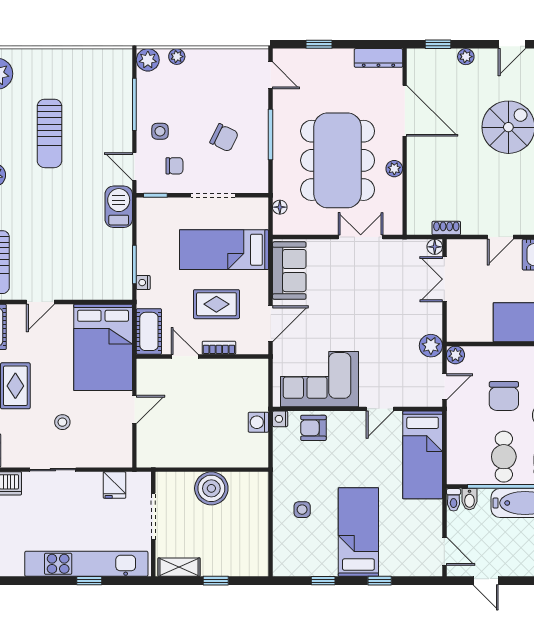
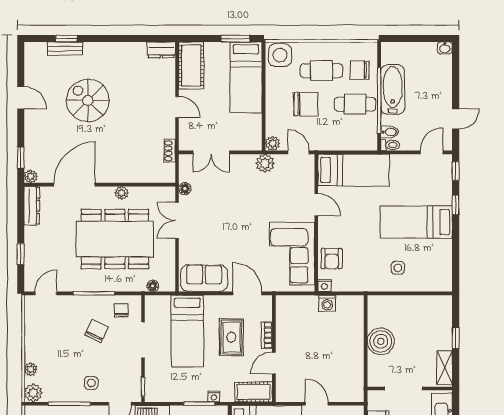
plant: (466, 57) -> (31, 176), moved
chair: (174, 166) -> (121, 310), moved
floor lamp: (435, 247) -> (185, 189), moved
window: (323, 581) -> (456, 171), moved

